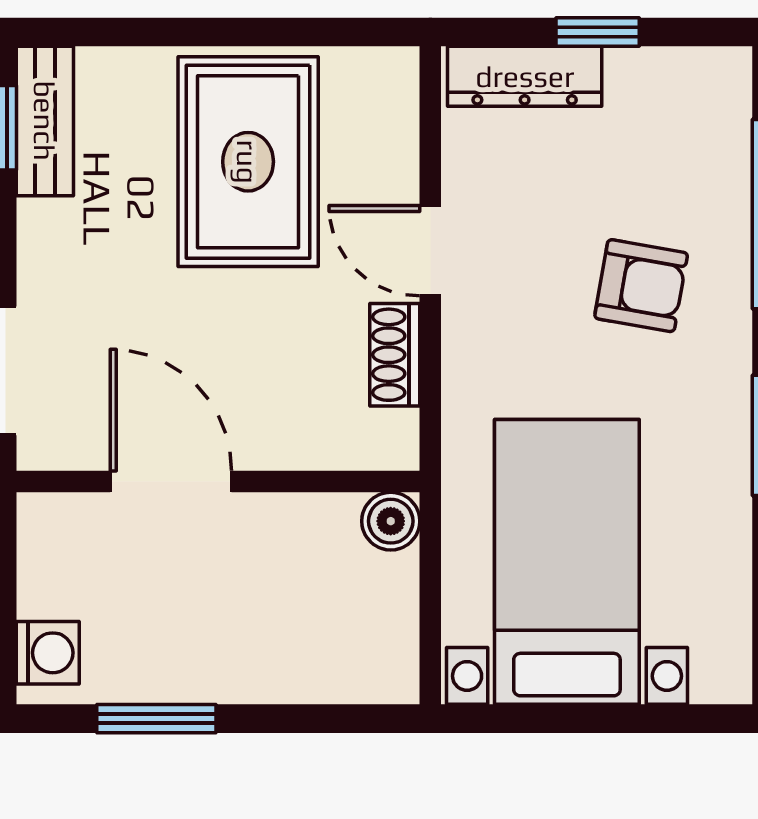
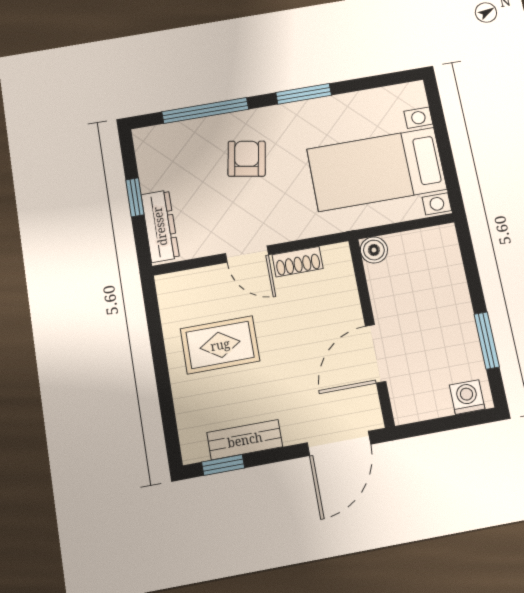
bench: (45, 121) -> (245, 440), moved
rug: (248, 162) -> (220, 345), width x0.73, depth x0.70
door: (430, 251) -> (247, 254), hinge flipped

